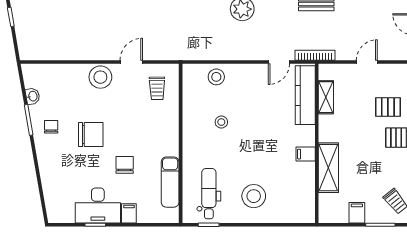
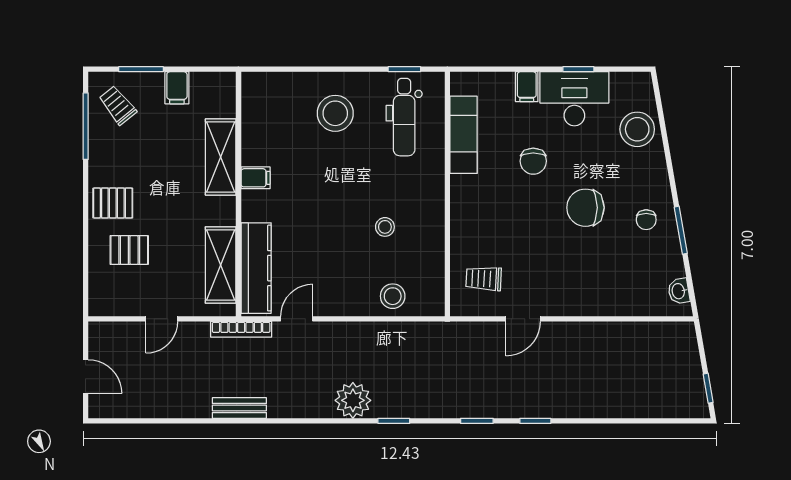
stool: (100, 77) -> (637, 129), moved
trolley: (157, 88) -> (484, 279), turned -86
washbasin: (33, 96) -> (679, 291), moved
shelving: (326, 97) -> (221, 265), width x1.50, depth x1.33

